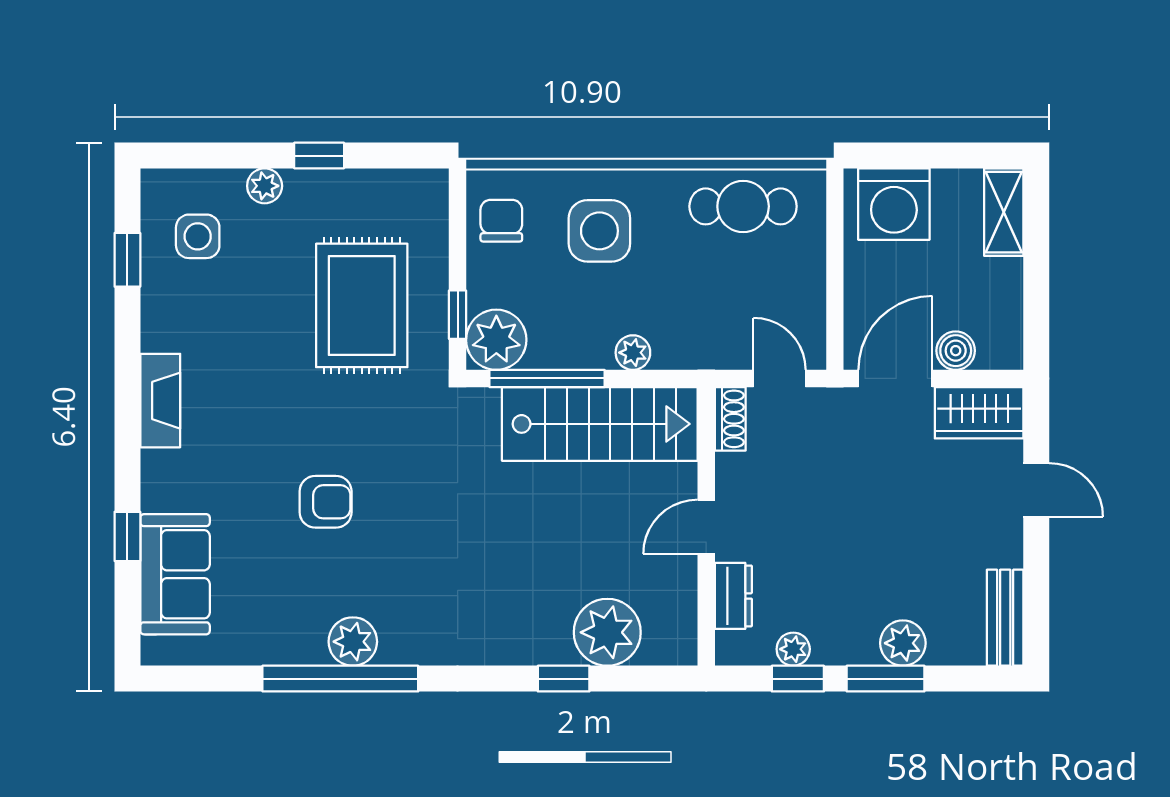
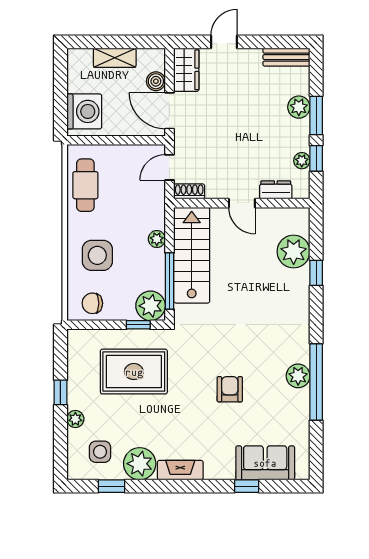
shelving: (1004, 212) -> (115, 58), moved
plant: (173, 317) -> (140, 464), added

